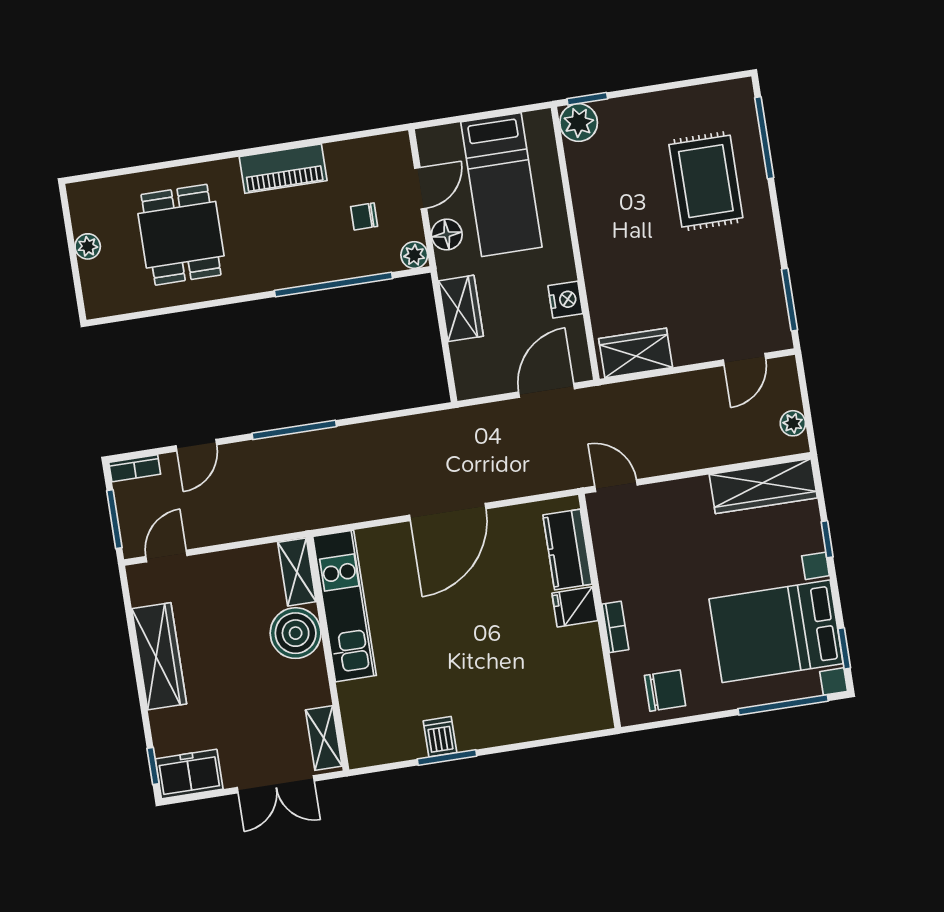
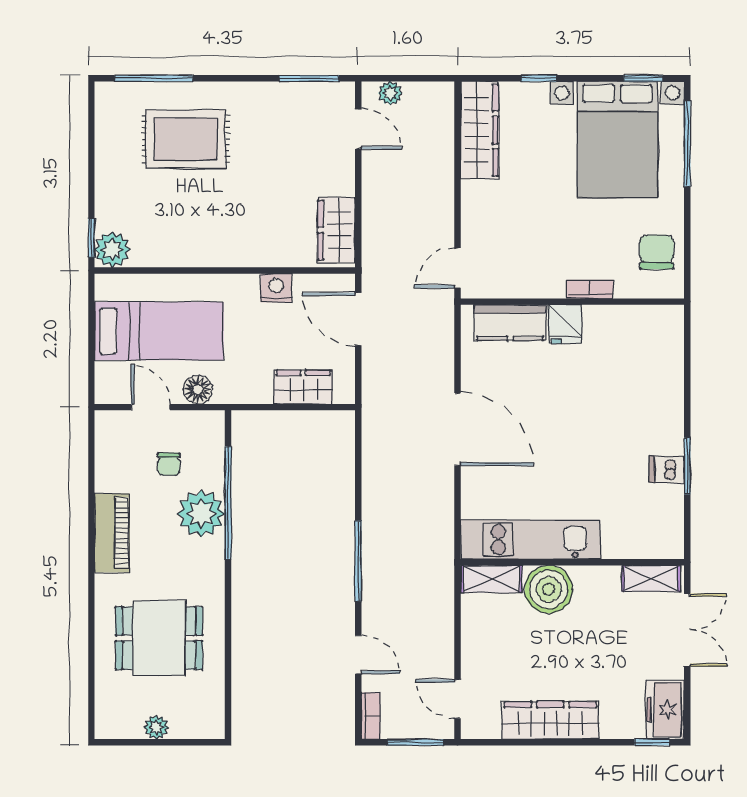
plant: (414, 255) -> (201, 514), moved, width x1.87, depth x1.87
wardrobe: (461, 308) -> (303, 387), moved
plant: (793, 423) -> (390, 93), moved

